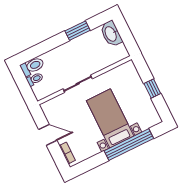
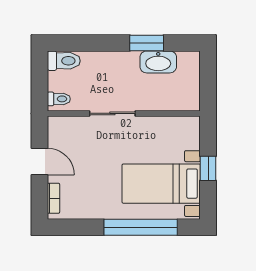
washbasin: (111, 34) -> (158, 62), moved, turned -90
toilet: (35, 79) -> (59, 99), moved
bed with nightstands: (110, 118) -> (161, 184), moved, turned -90

